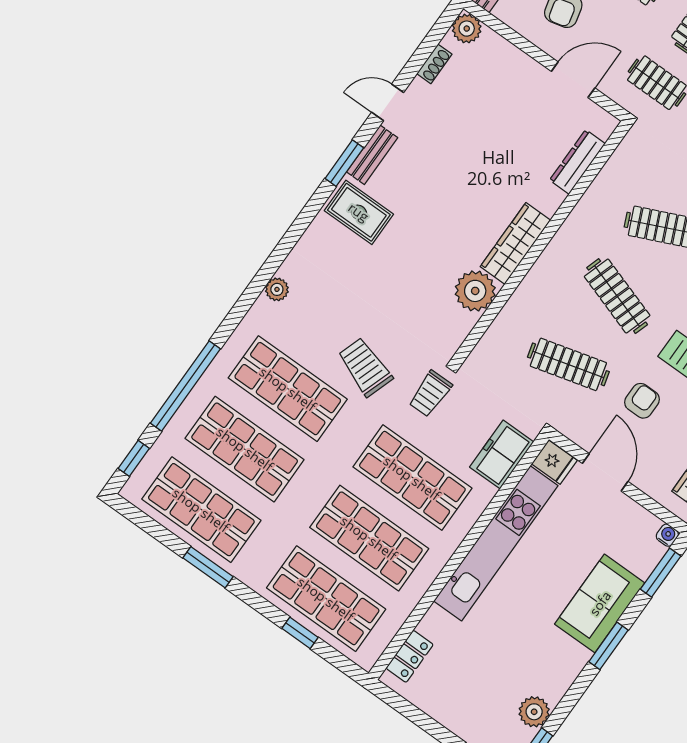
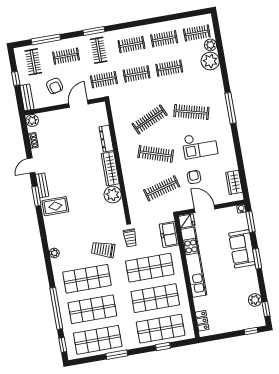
dresser: (577, 162) -> (106, 139), moved

